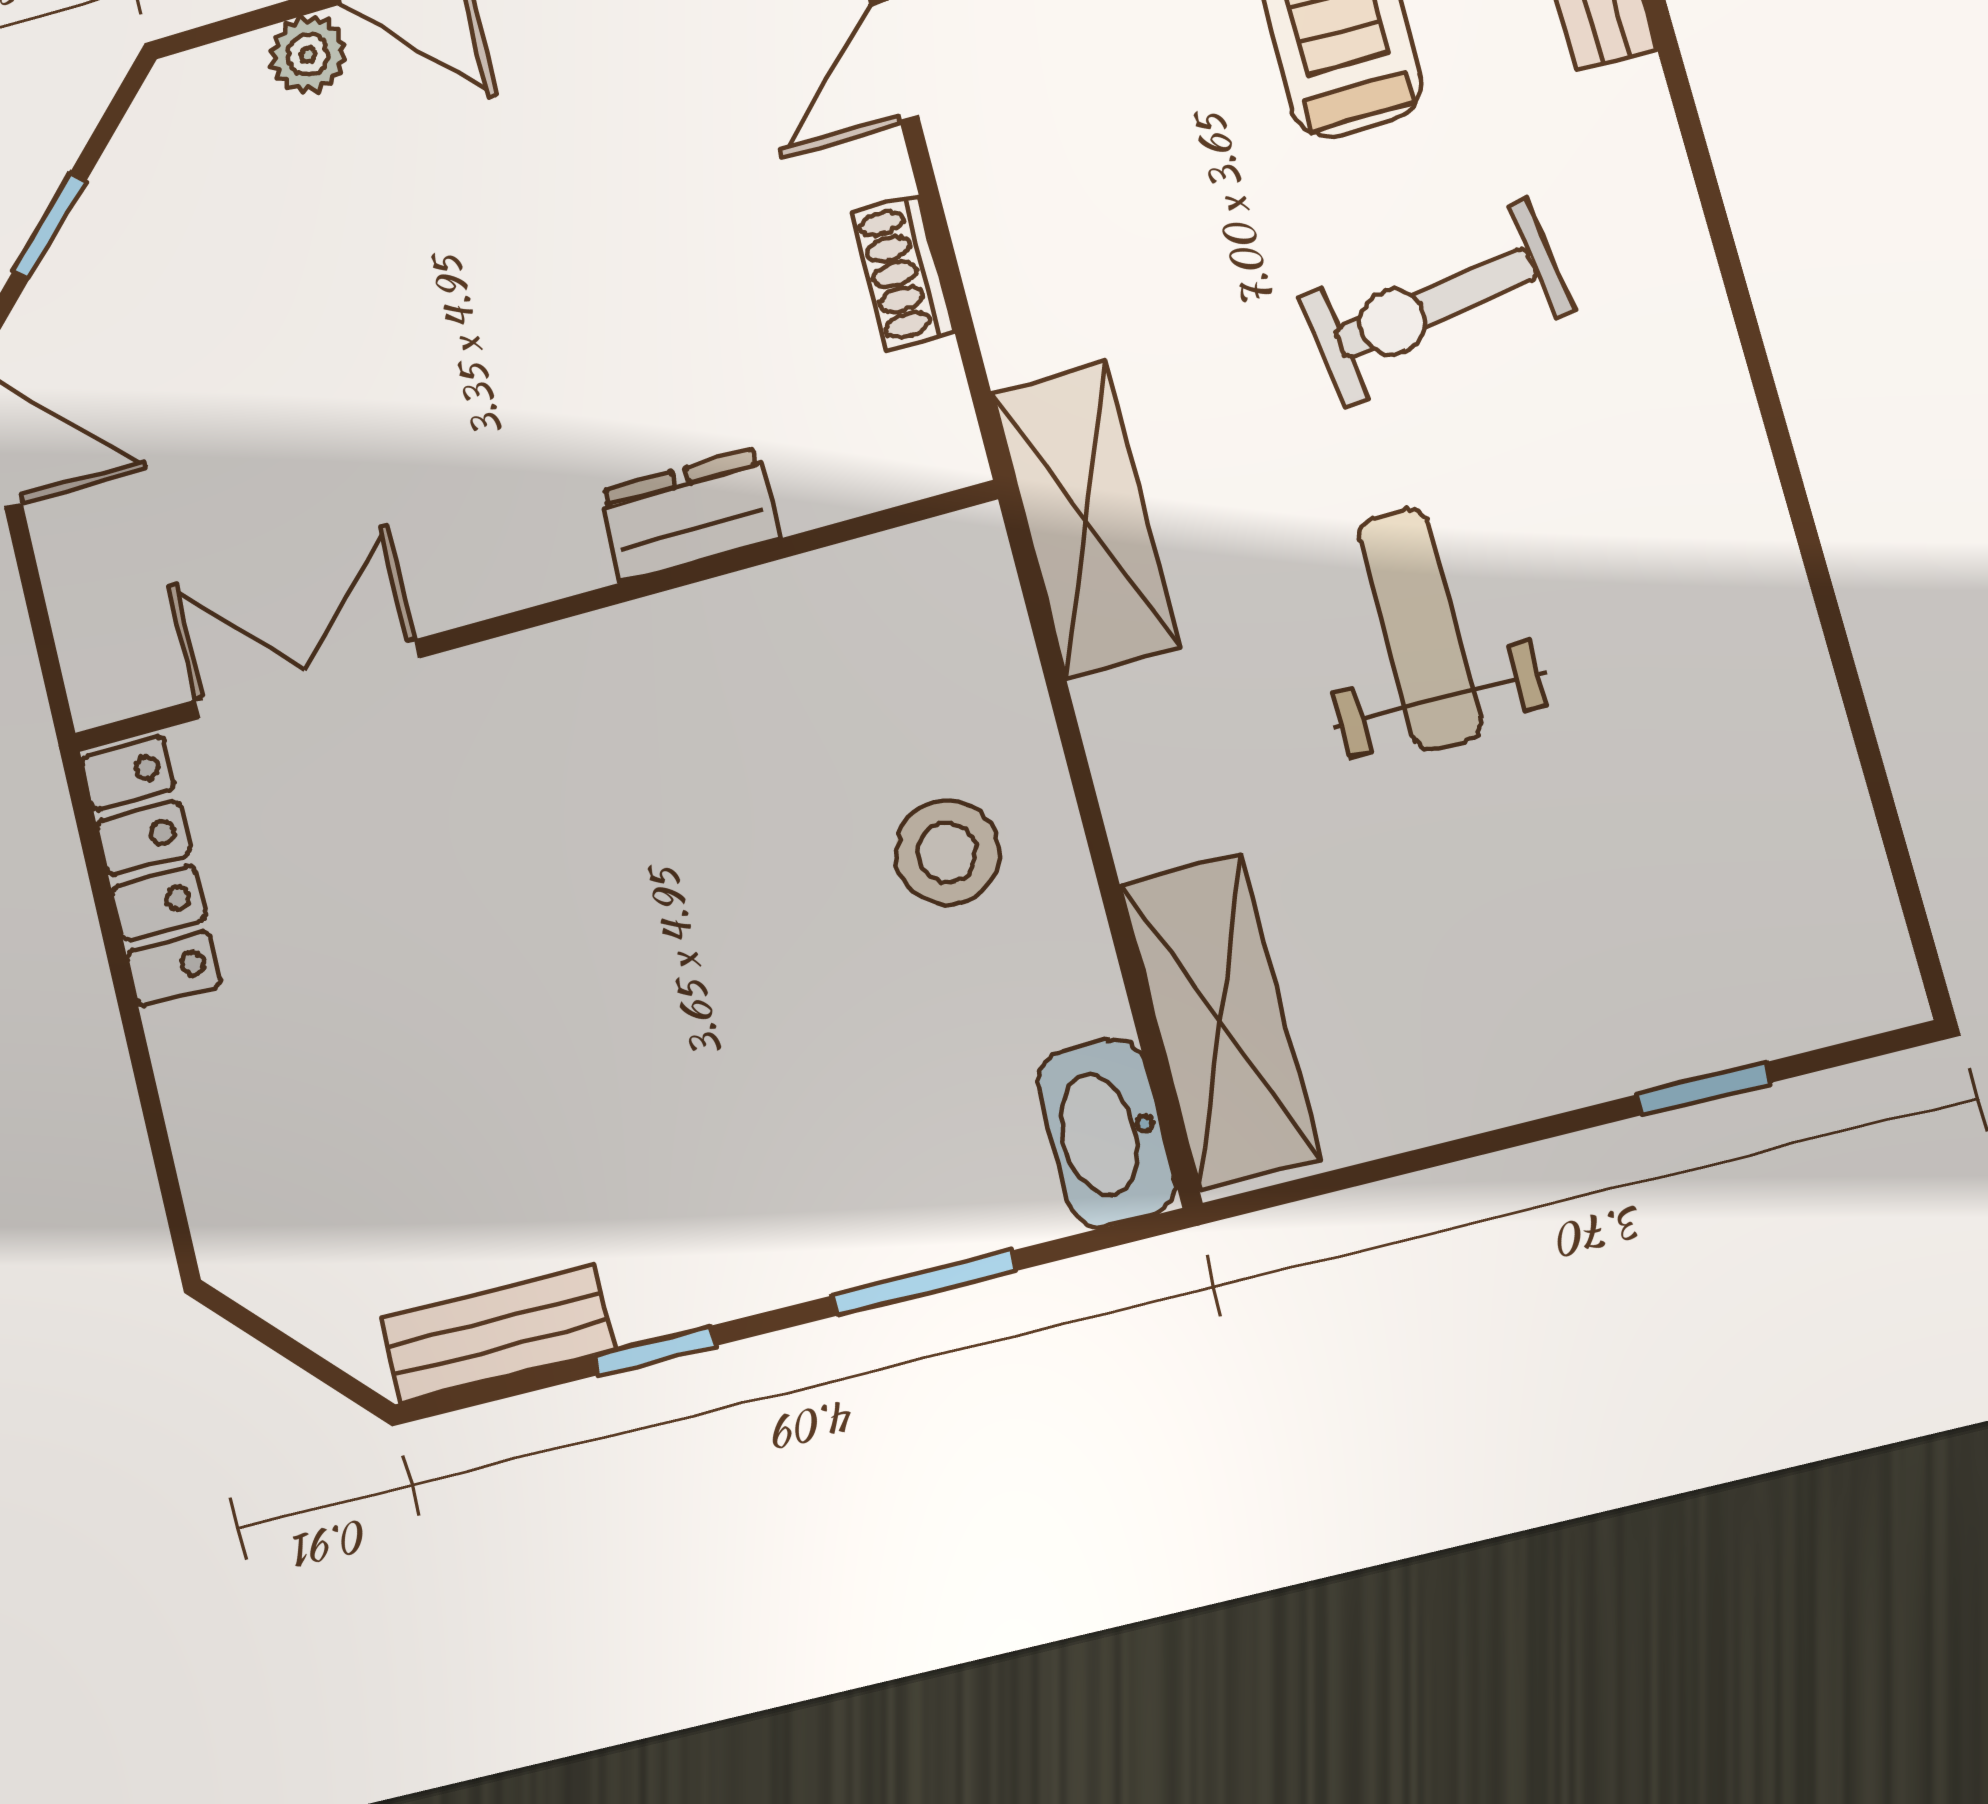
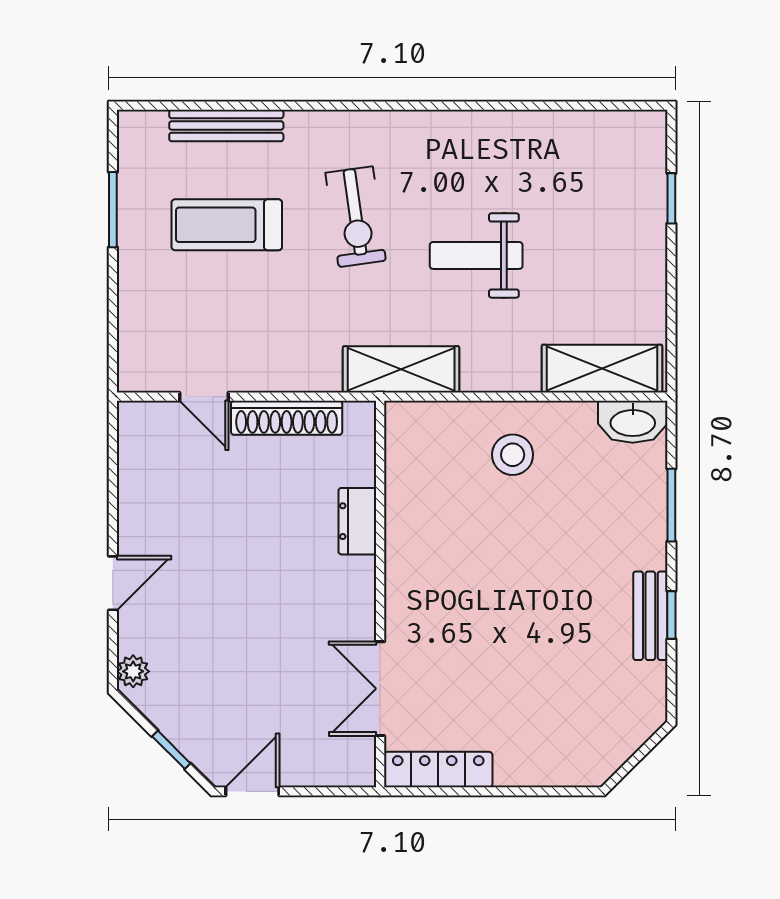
plant: (308, 54) -> (133, 671), moved
shoe rack: (903, 272) -> (287, 418), width x1.94, depth x1.24
bench: (497, 1334) -> (650, 616), moved

